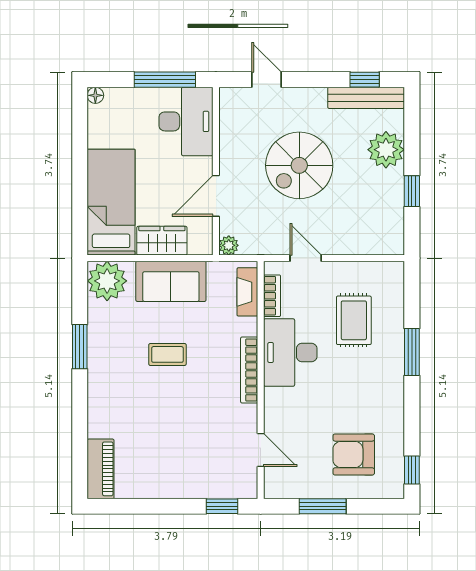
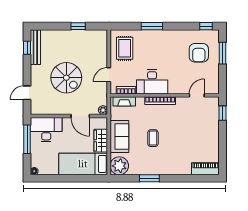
plant: (386, 150) -> (59, 38), removed
rug: (354, 320) -> (125, 48), moved, turned 90
window: (323, 506) -> (223, 53), moved

